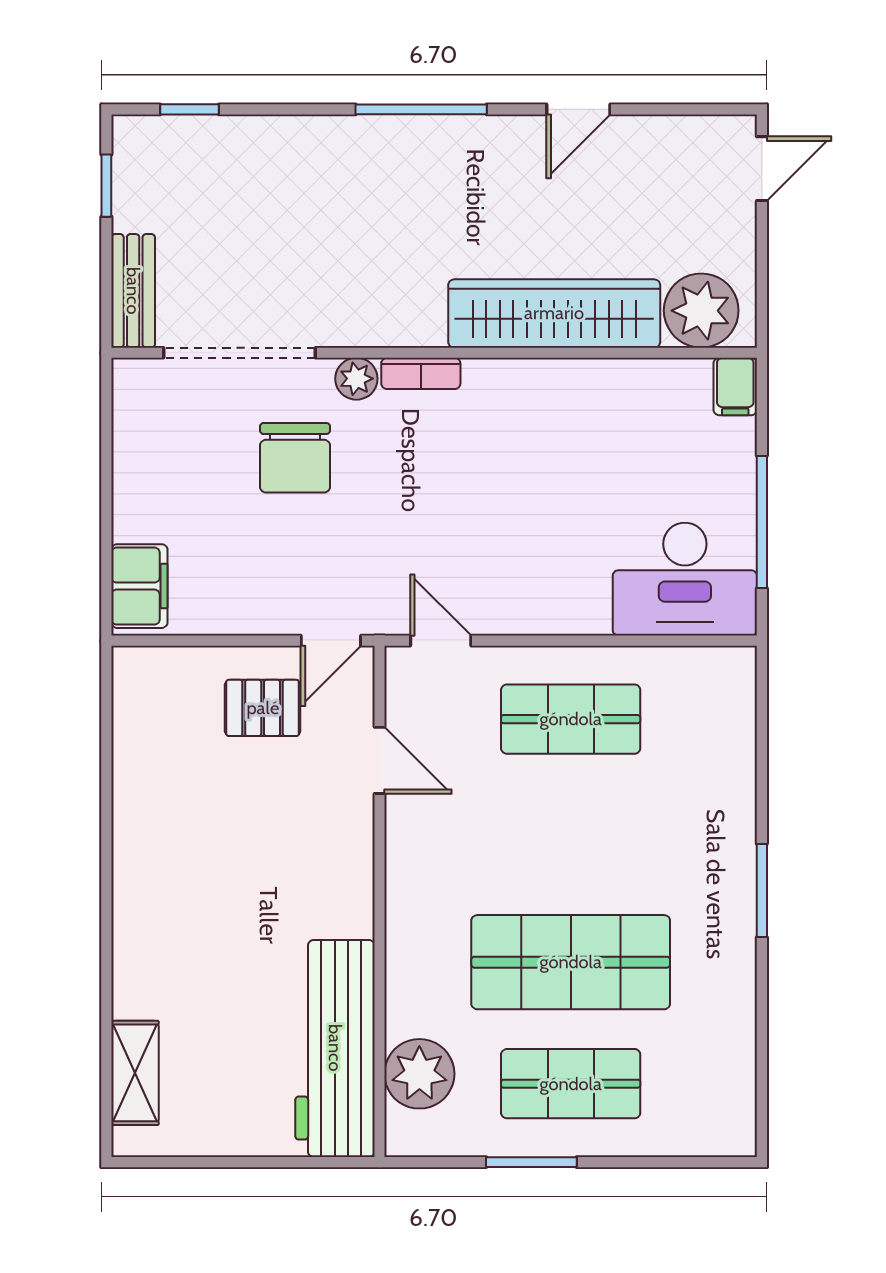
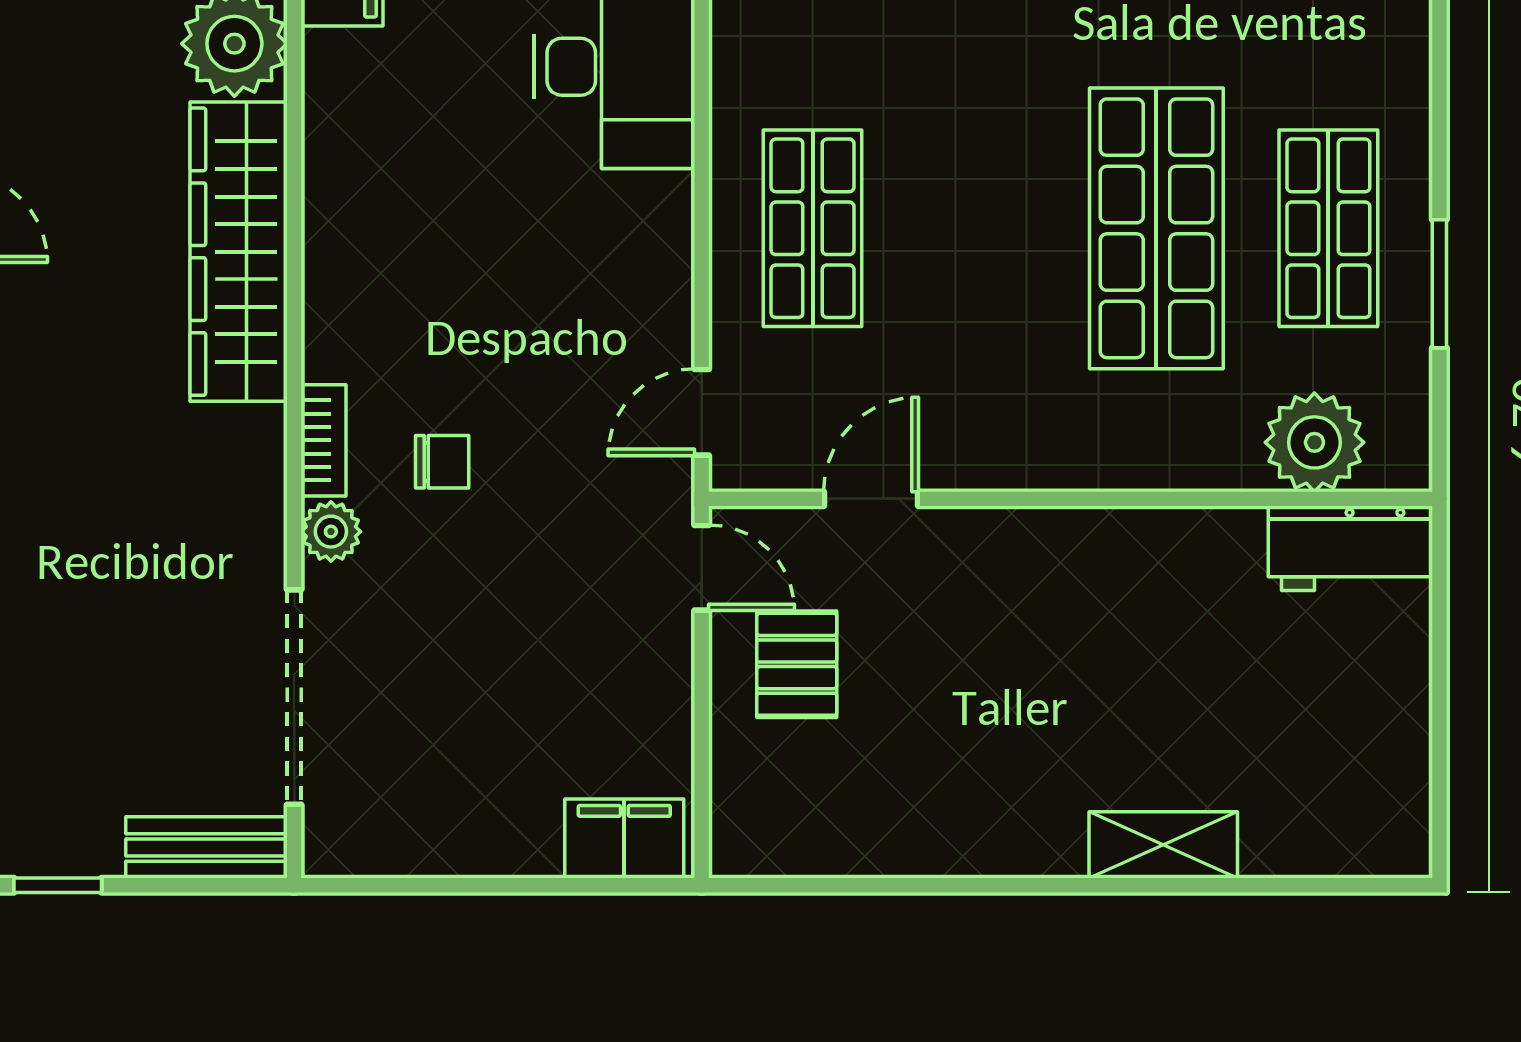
chair: (295, 458) -> (442, 462), moved, width x0.54, depth x0.54
workbench: (335, 1048) -> (1350, 548), width x0.53, depth x0.76
shelving: (135, 1073) -> (1163, 845), moved

